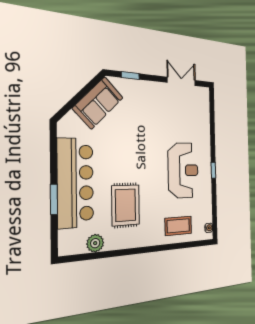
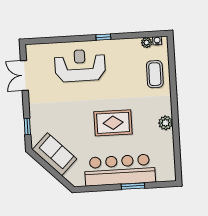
reception desk: (183, 170) -> (80, 65), moved
rug: (126, 205) -> (113, 123), moved
plant: (207, 216) -> (147, 43), added
plant: (95, 243) -> (165, 123), moved

